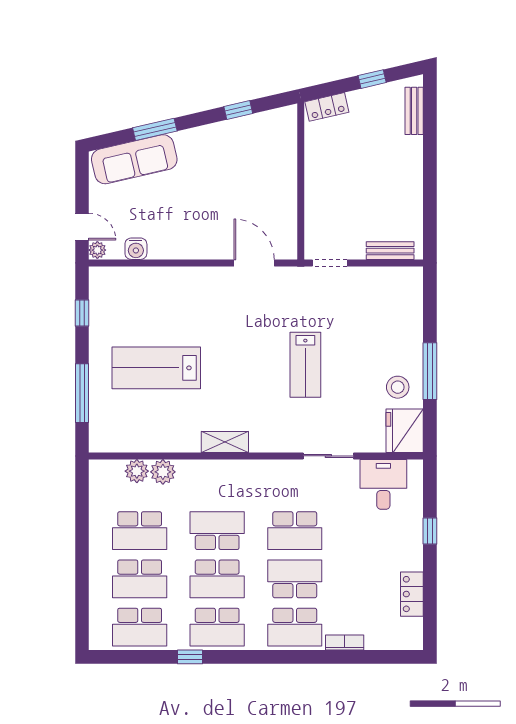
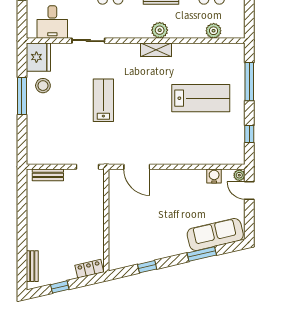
plant: (163, 472) -> (160, 30), moved

